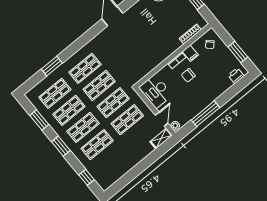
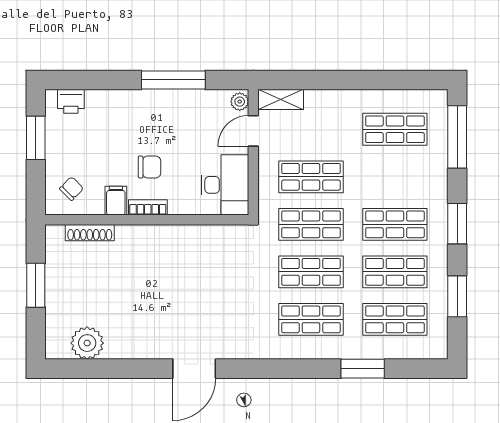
shop shelf: (97, 145) -> (395, 129), moved
window: (87, 177) -> (457, 137), width x2.17

